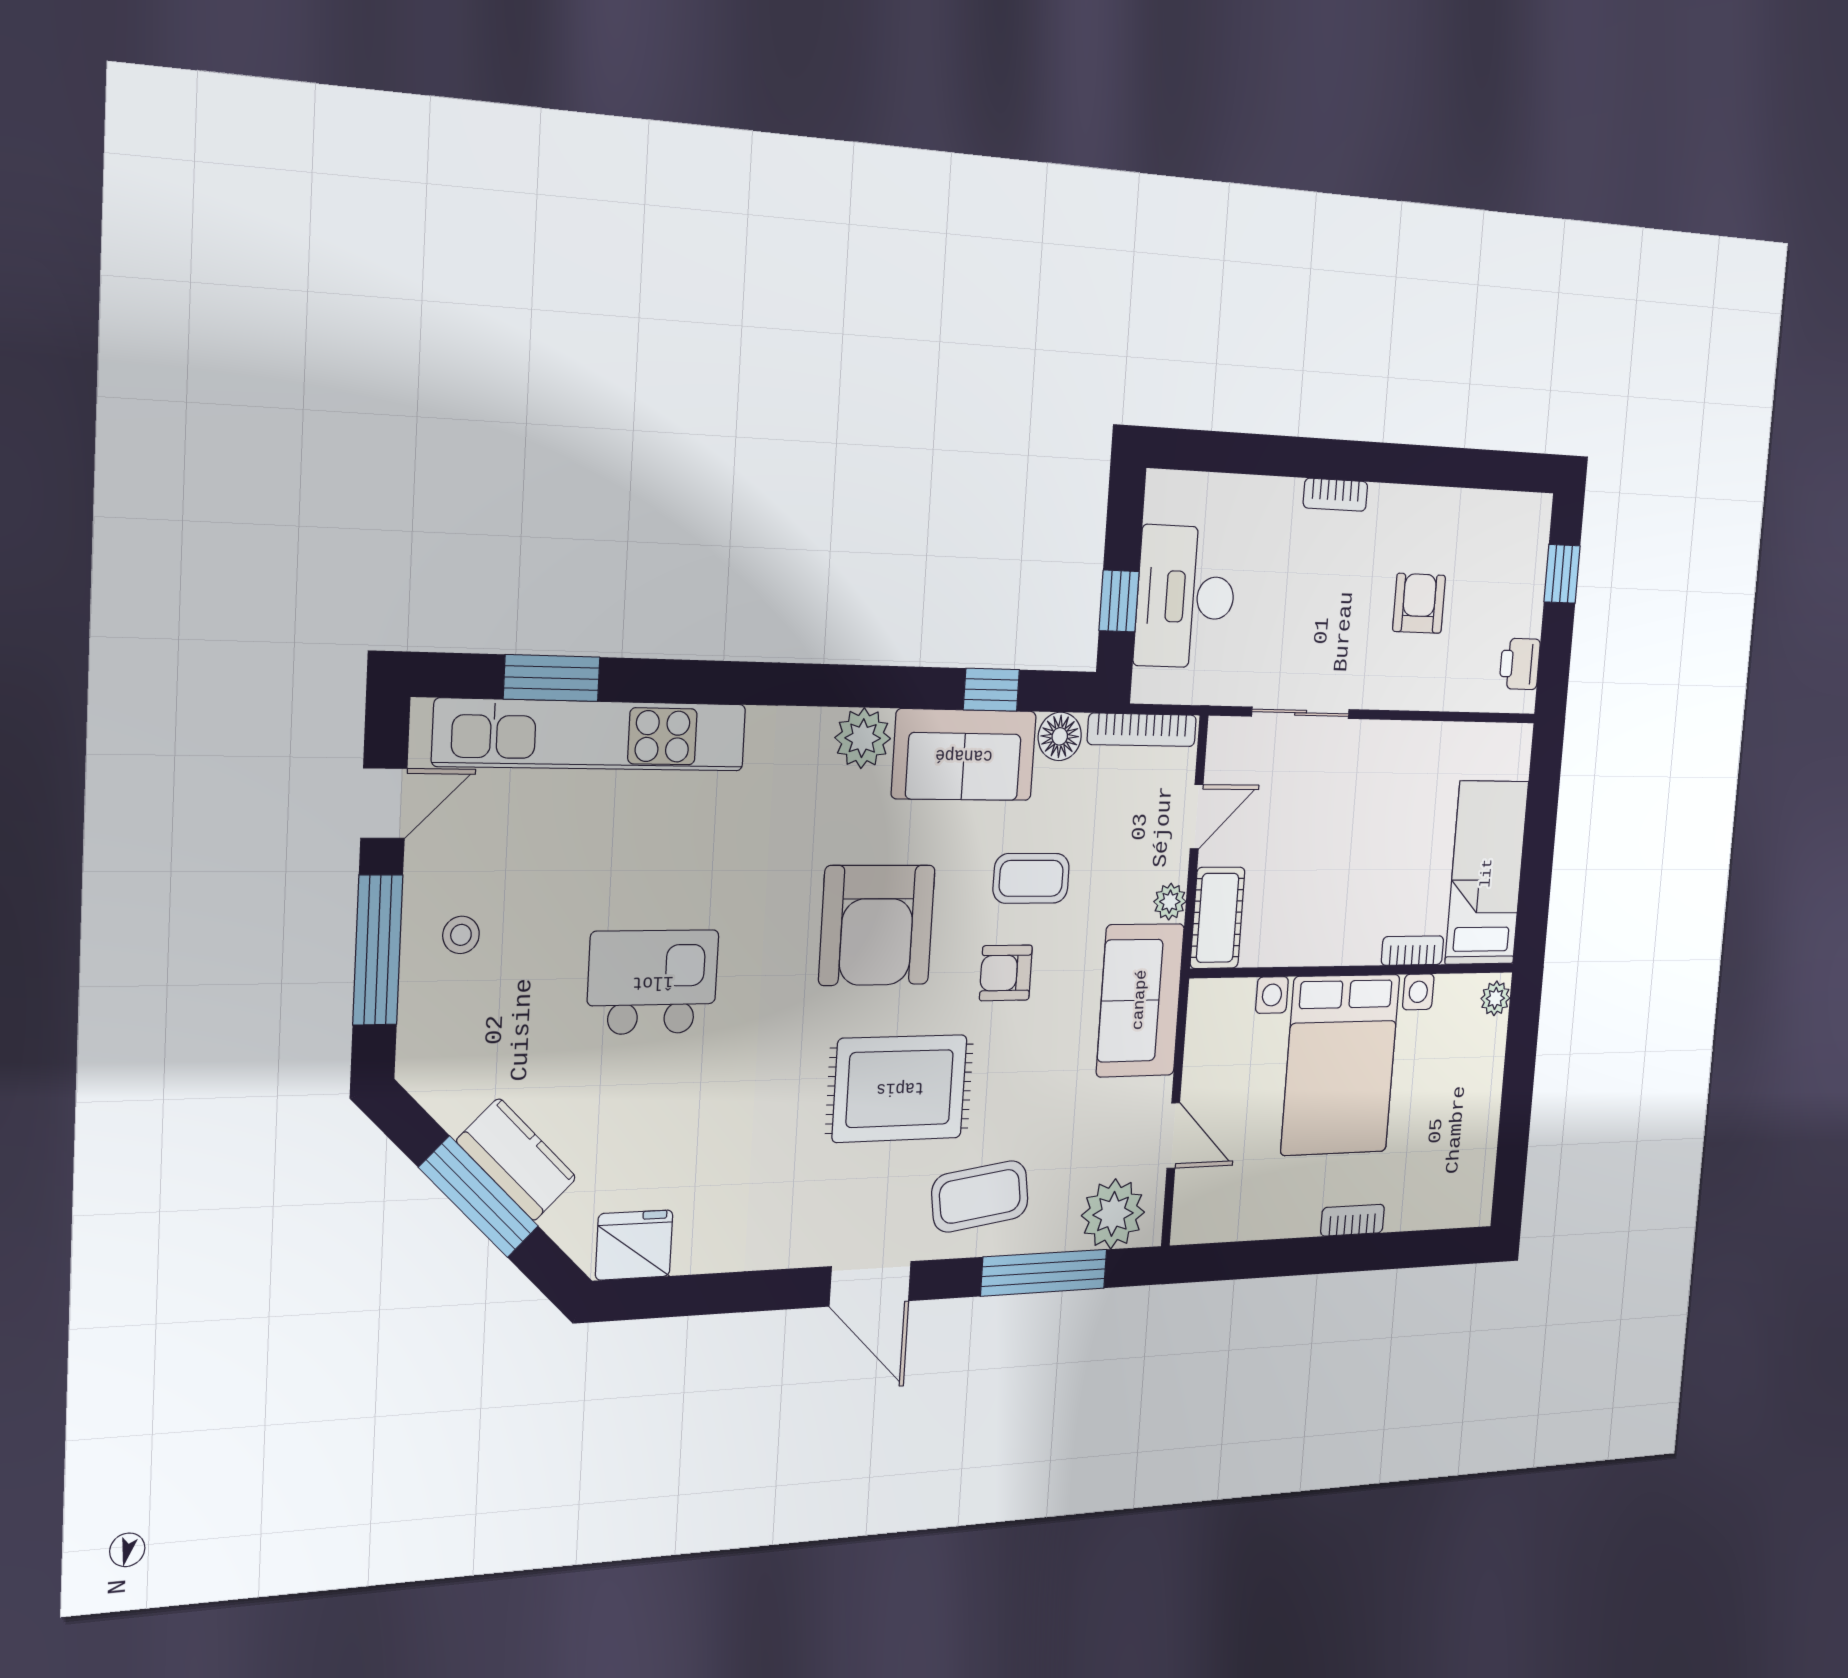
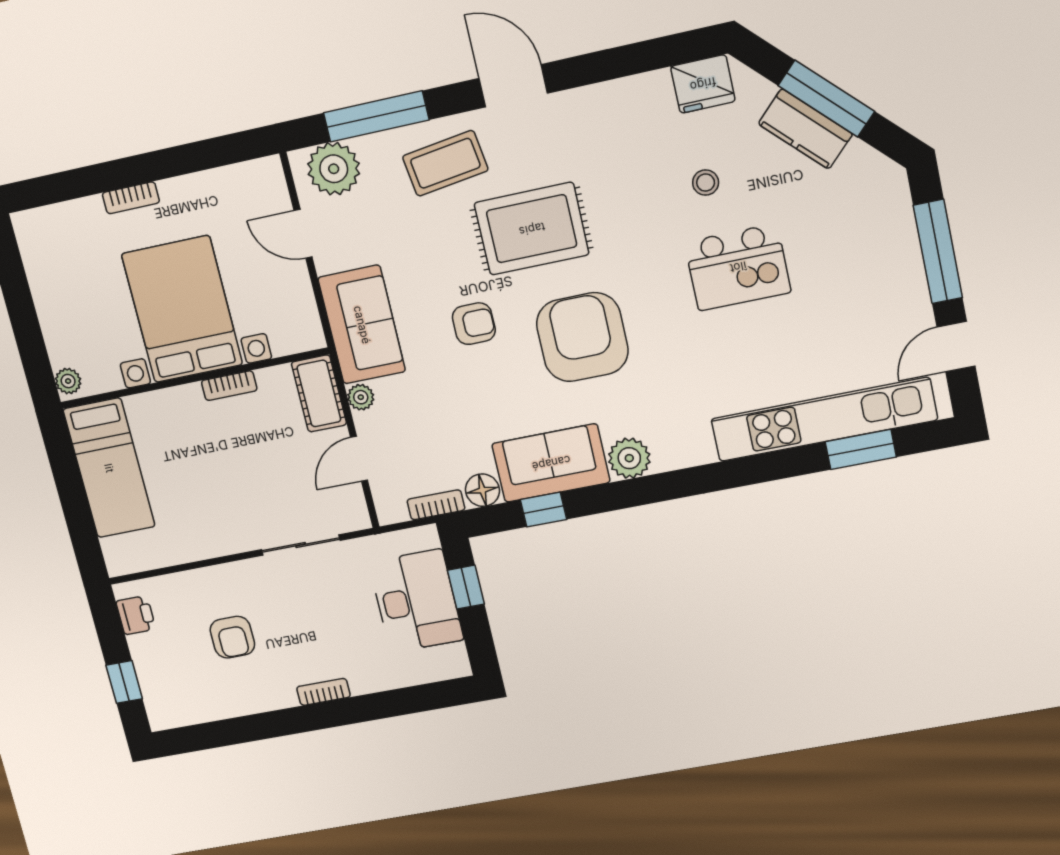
bookcase: (1142, 730) -> (436, 505), width x0.64
coffee table: (1031, 878) -> (474, 392), removed
stool: (461, 935) -> (706, 183), moved
bookcase: (1412, 951) -> (229, 386), moved

